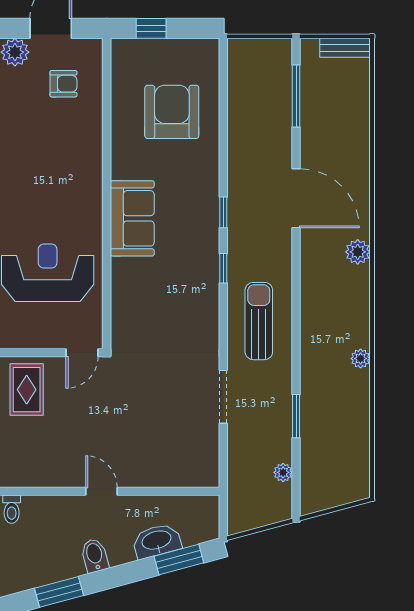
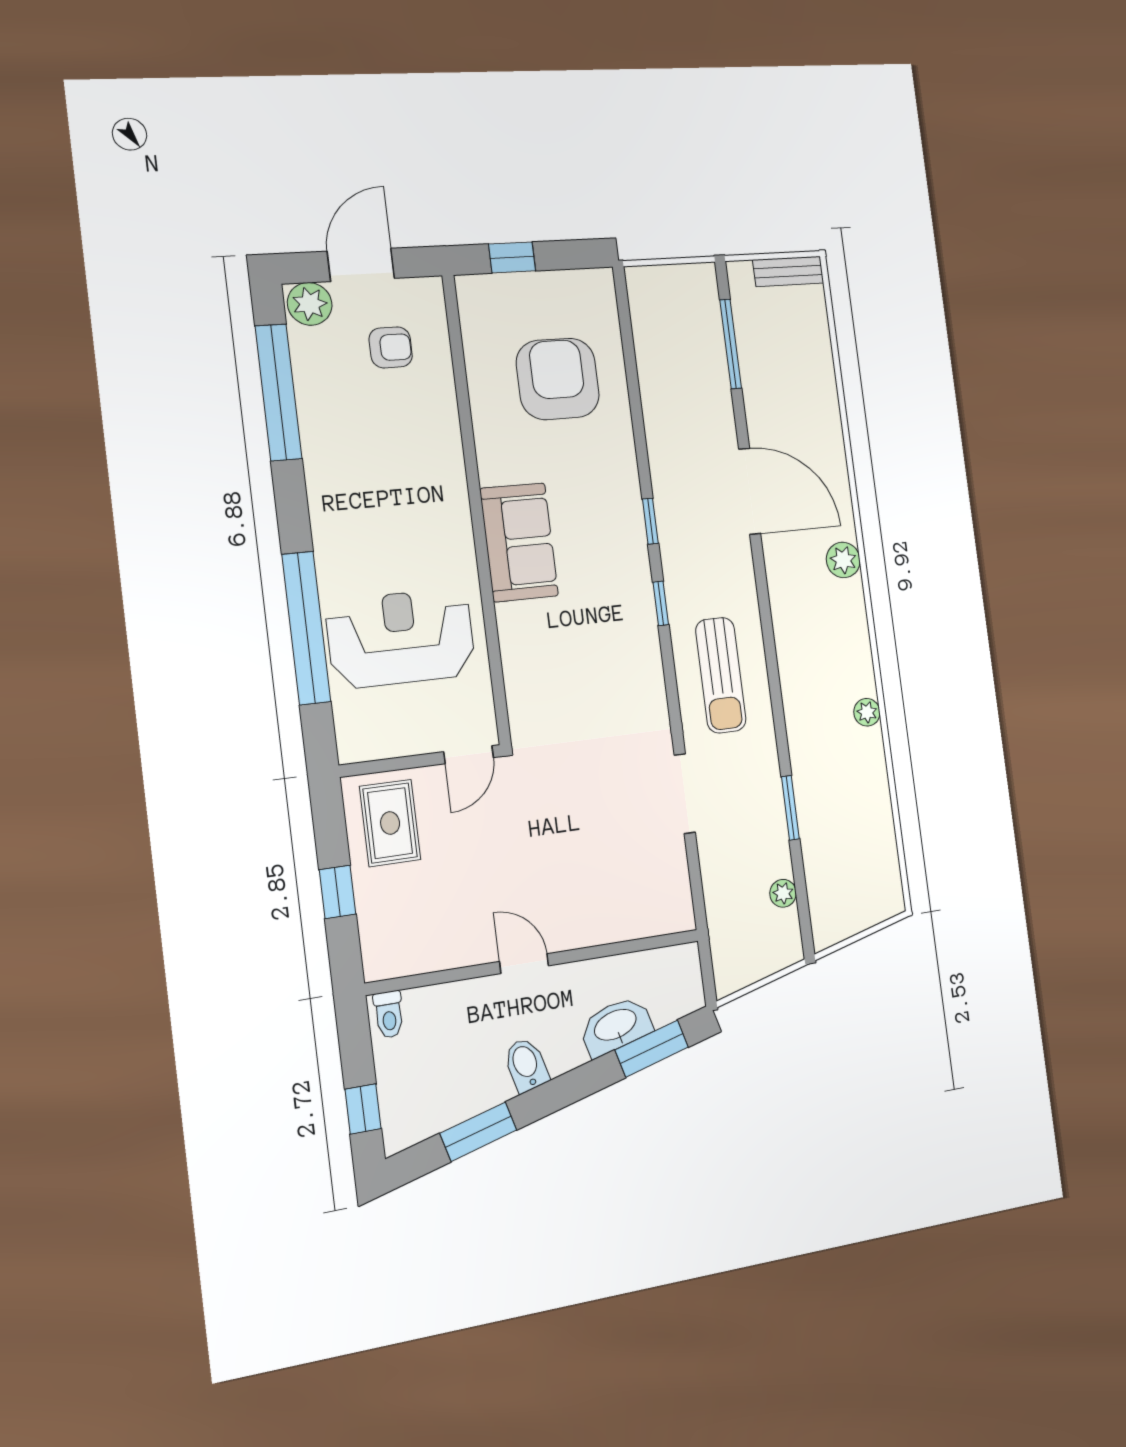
sun lounger: (259, 321) -> (721, 675), turned 180

